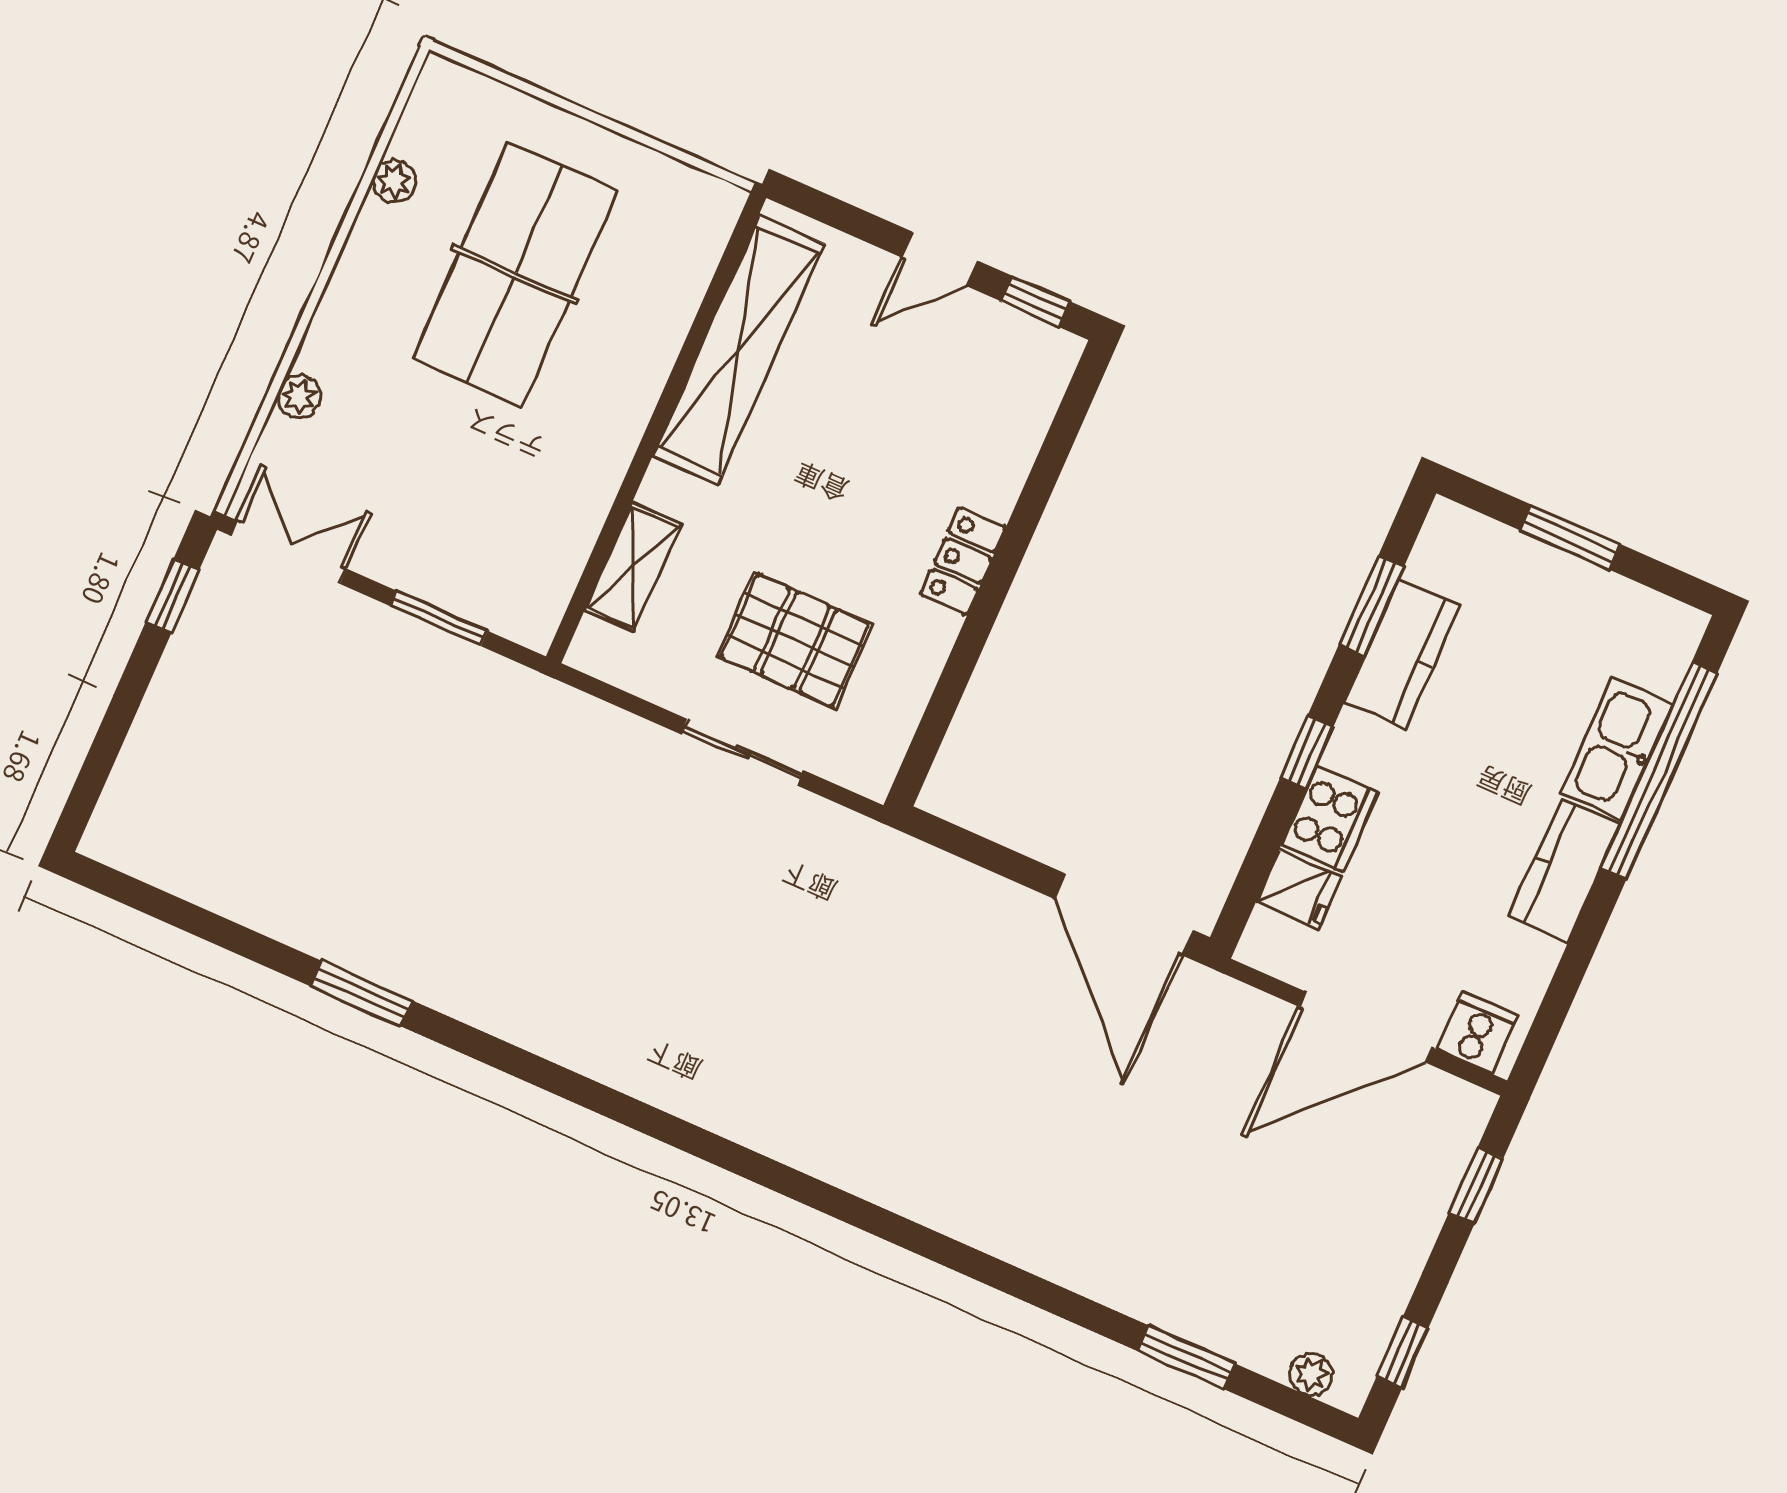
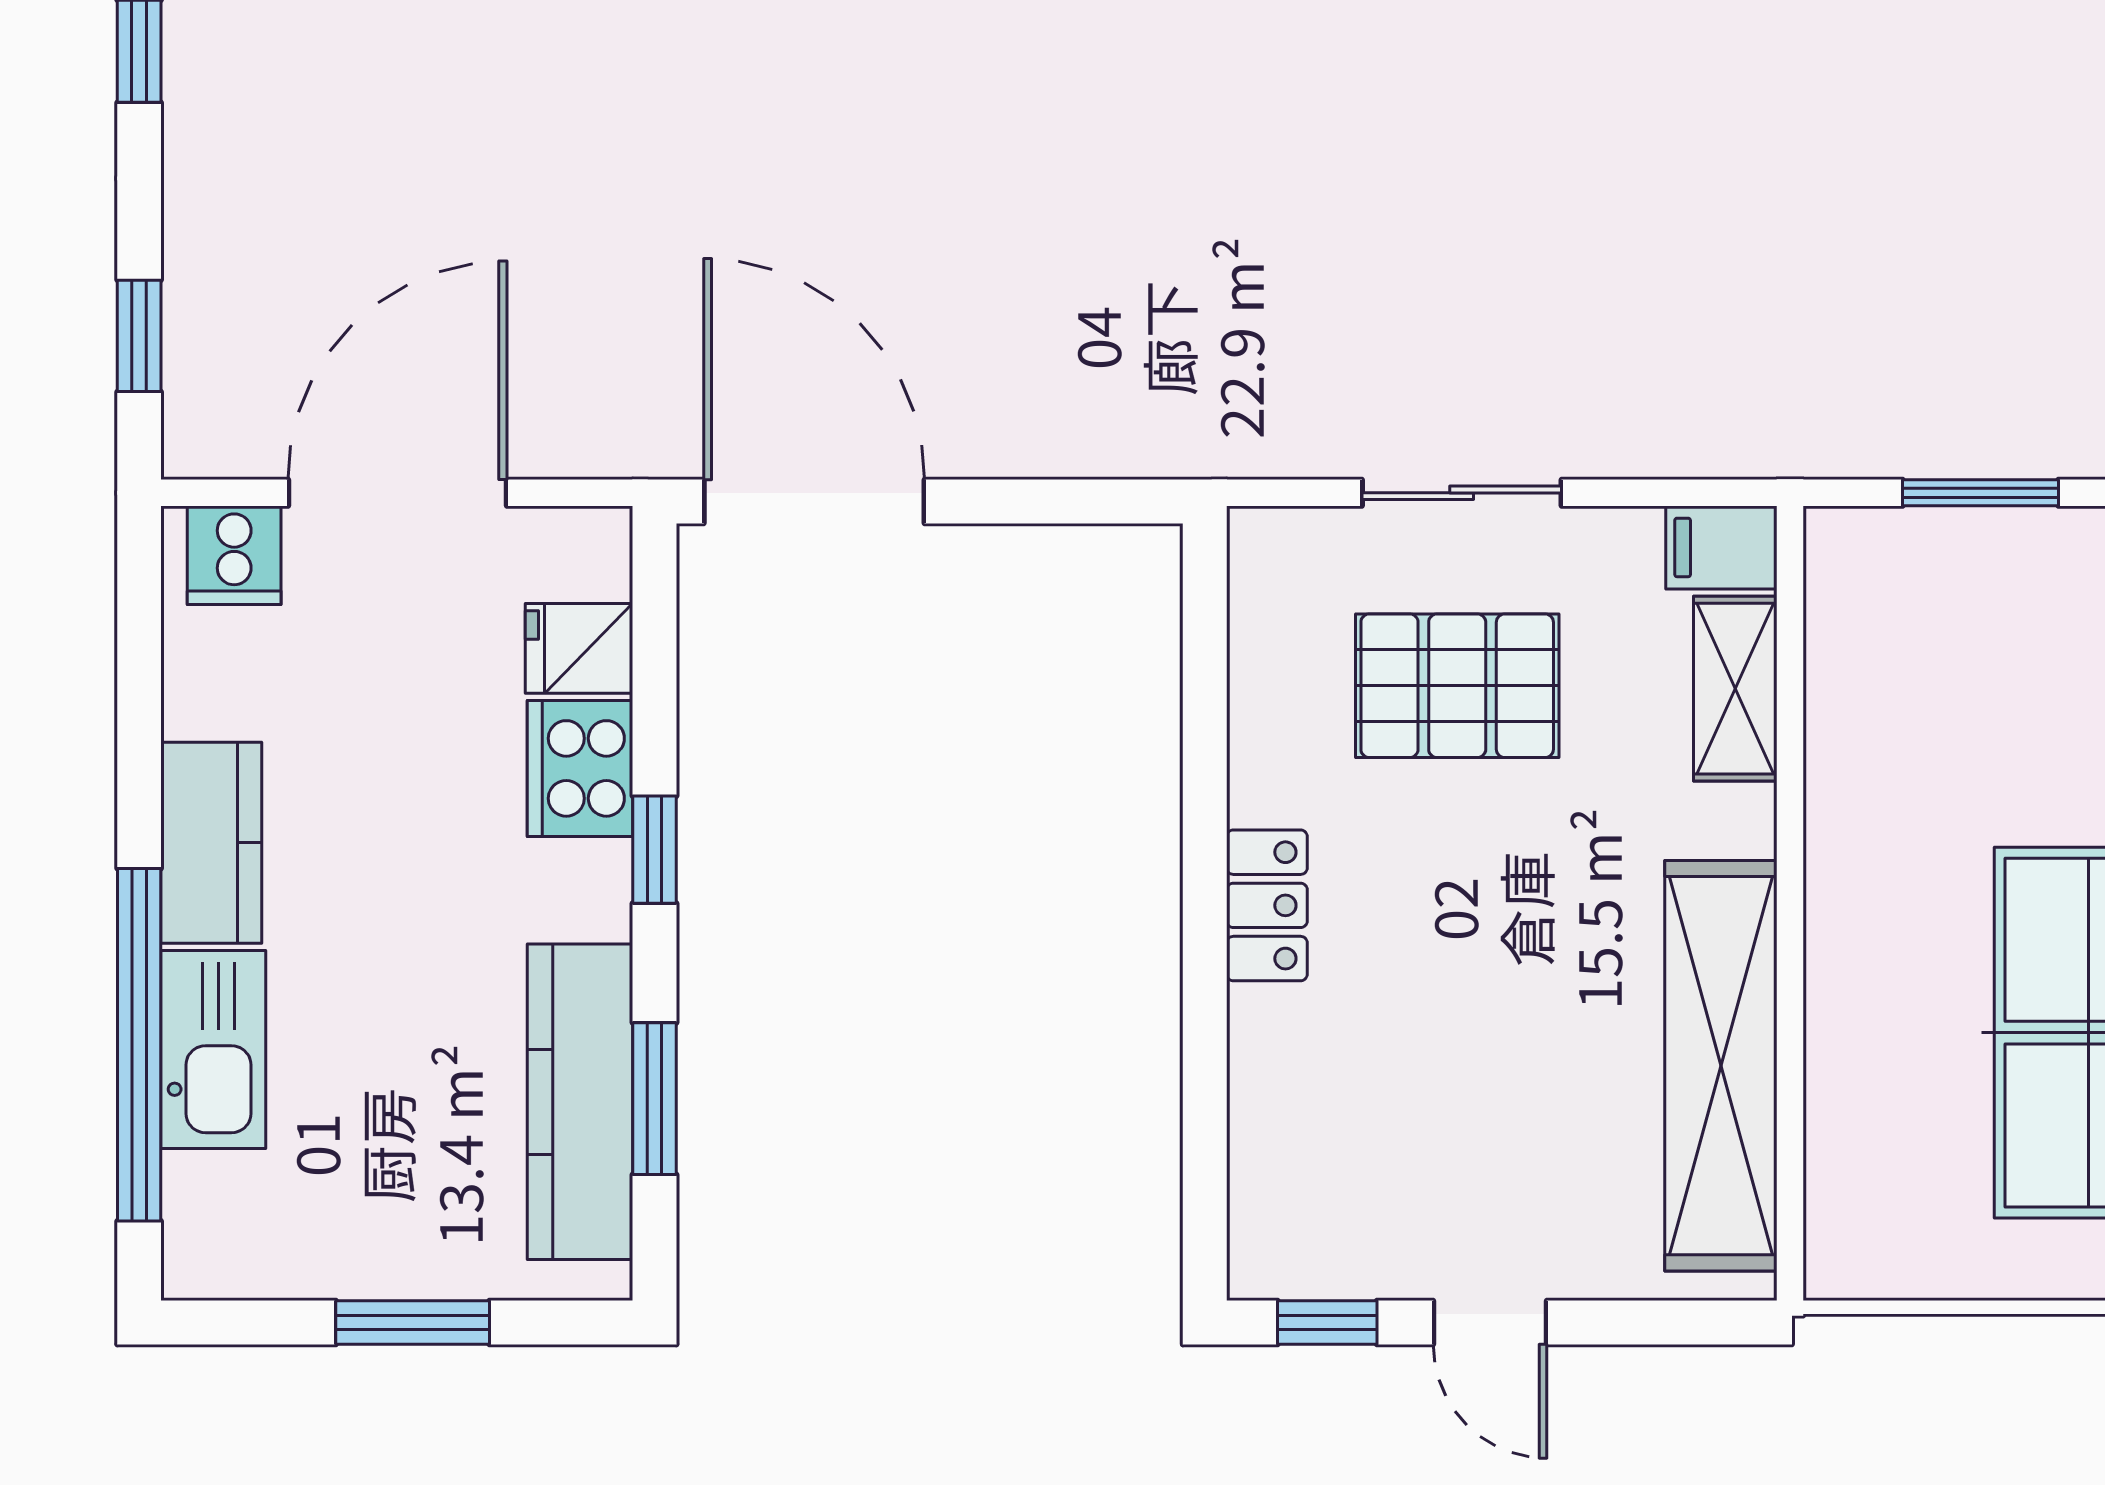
door: (940, 259) -> (1490, 1323), swing flipped
filing cabinet: (604, 653) -> (1721, 547), added
kitchen counter: (1402, 654) -> (580, 1102), width x1.50

